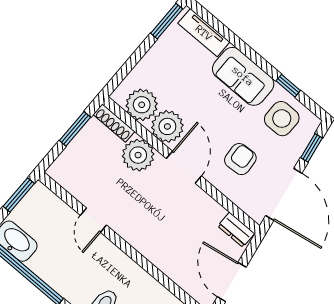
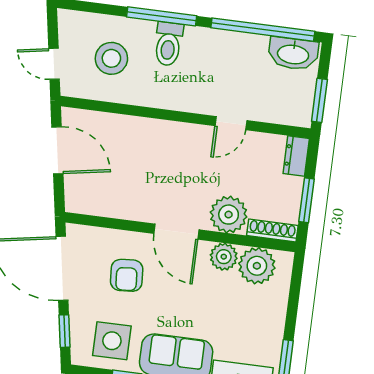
plant: (167, 126) -> (224, 257), width x0.73, depth x0.73
door: (93, 220) -> (231, 123), swing flipped
dresser: (236, 230) -> (296, 156), moved, turned -90

